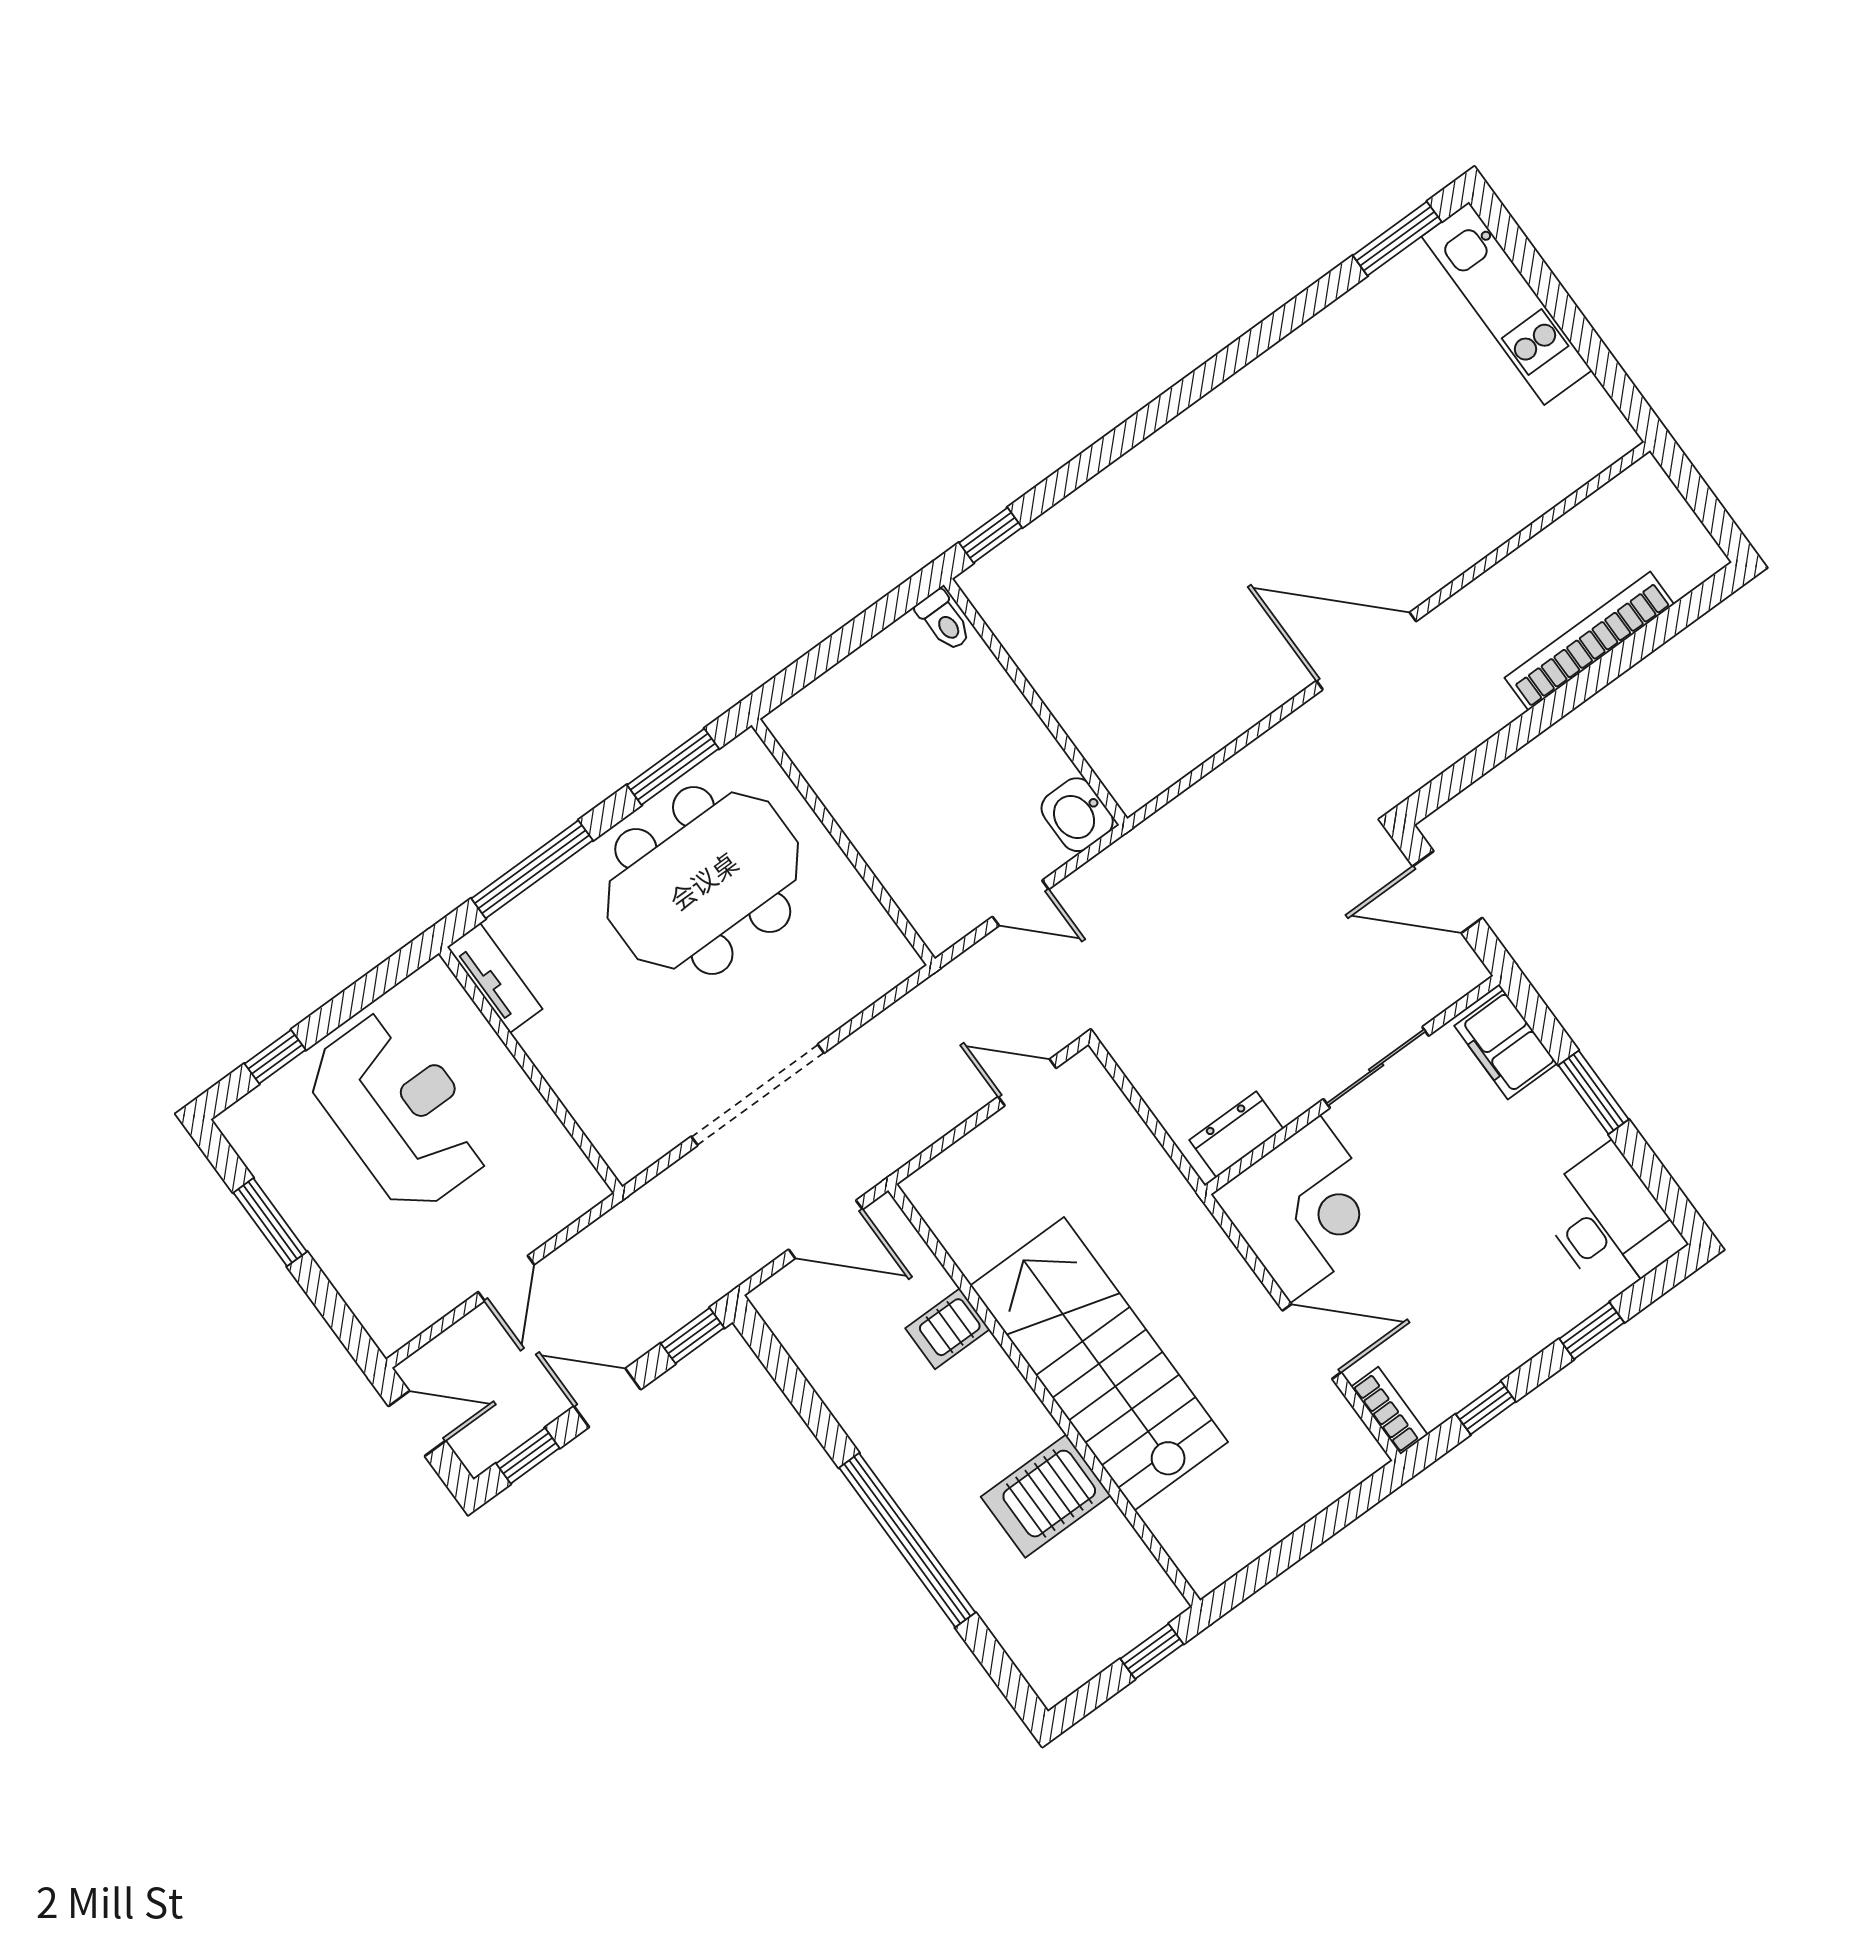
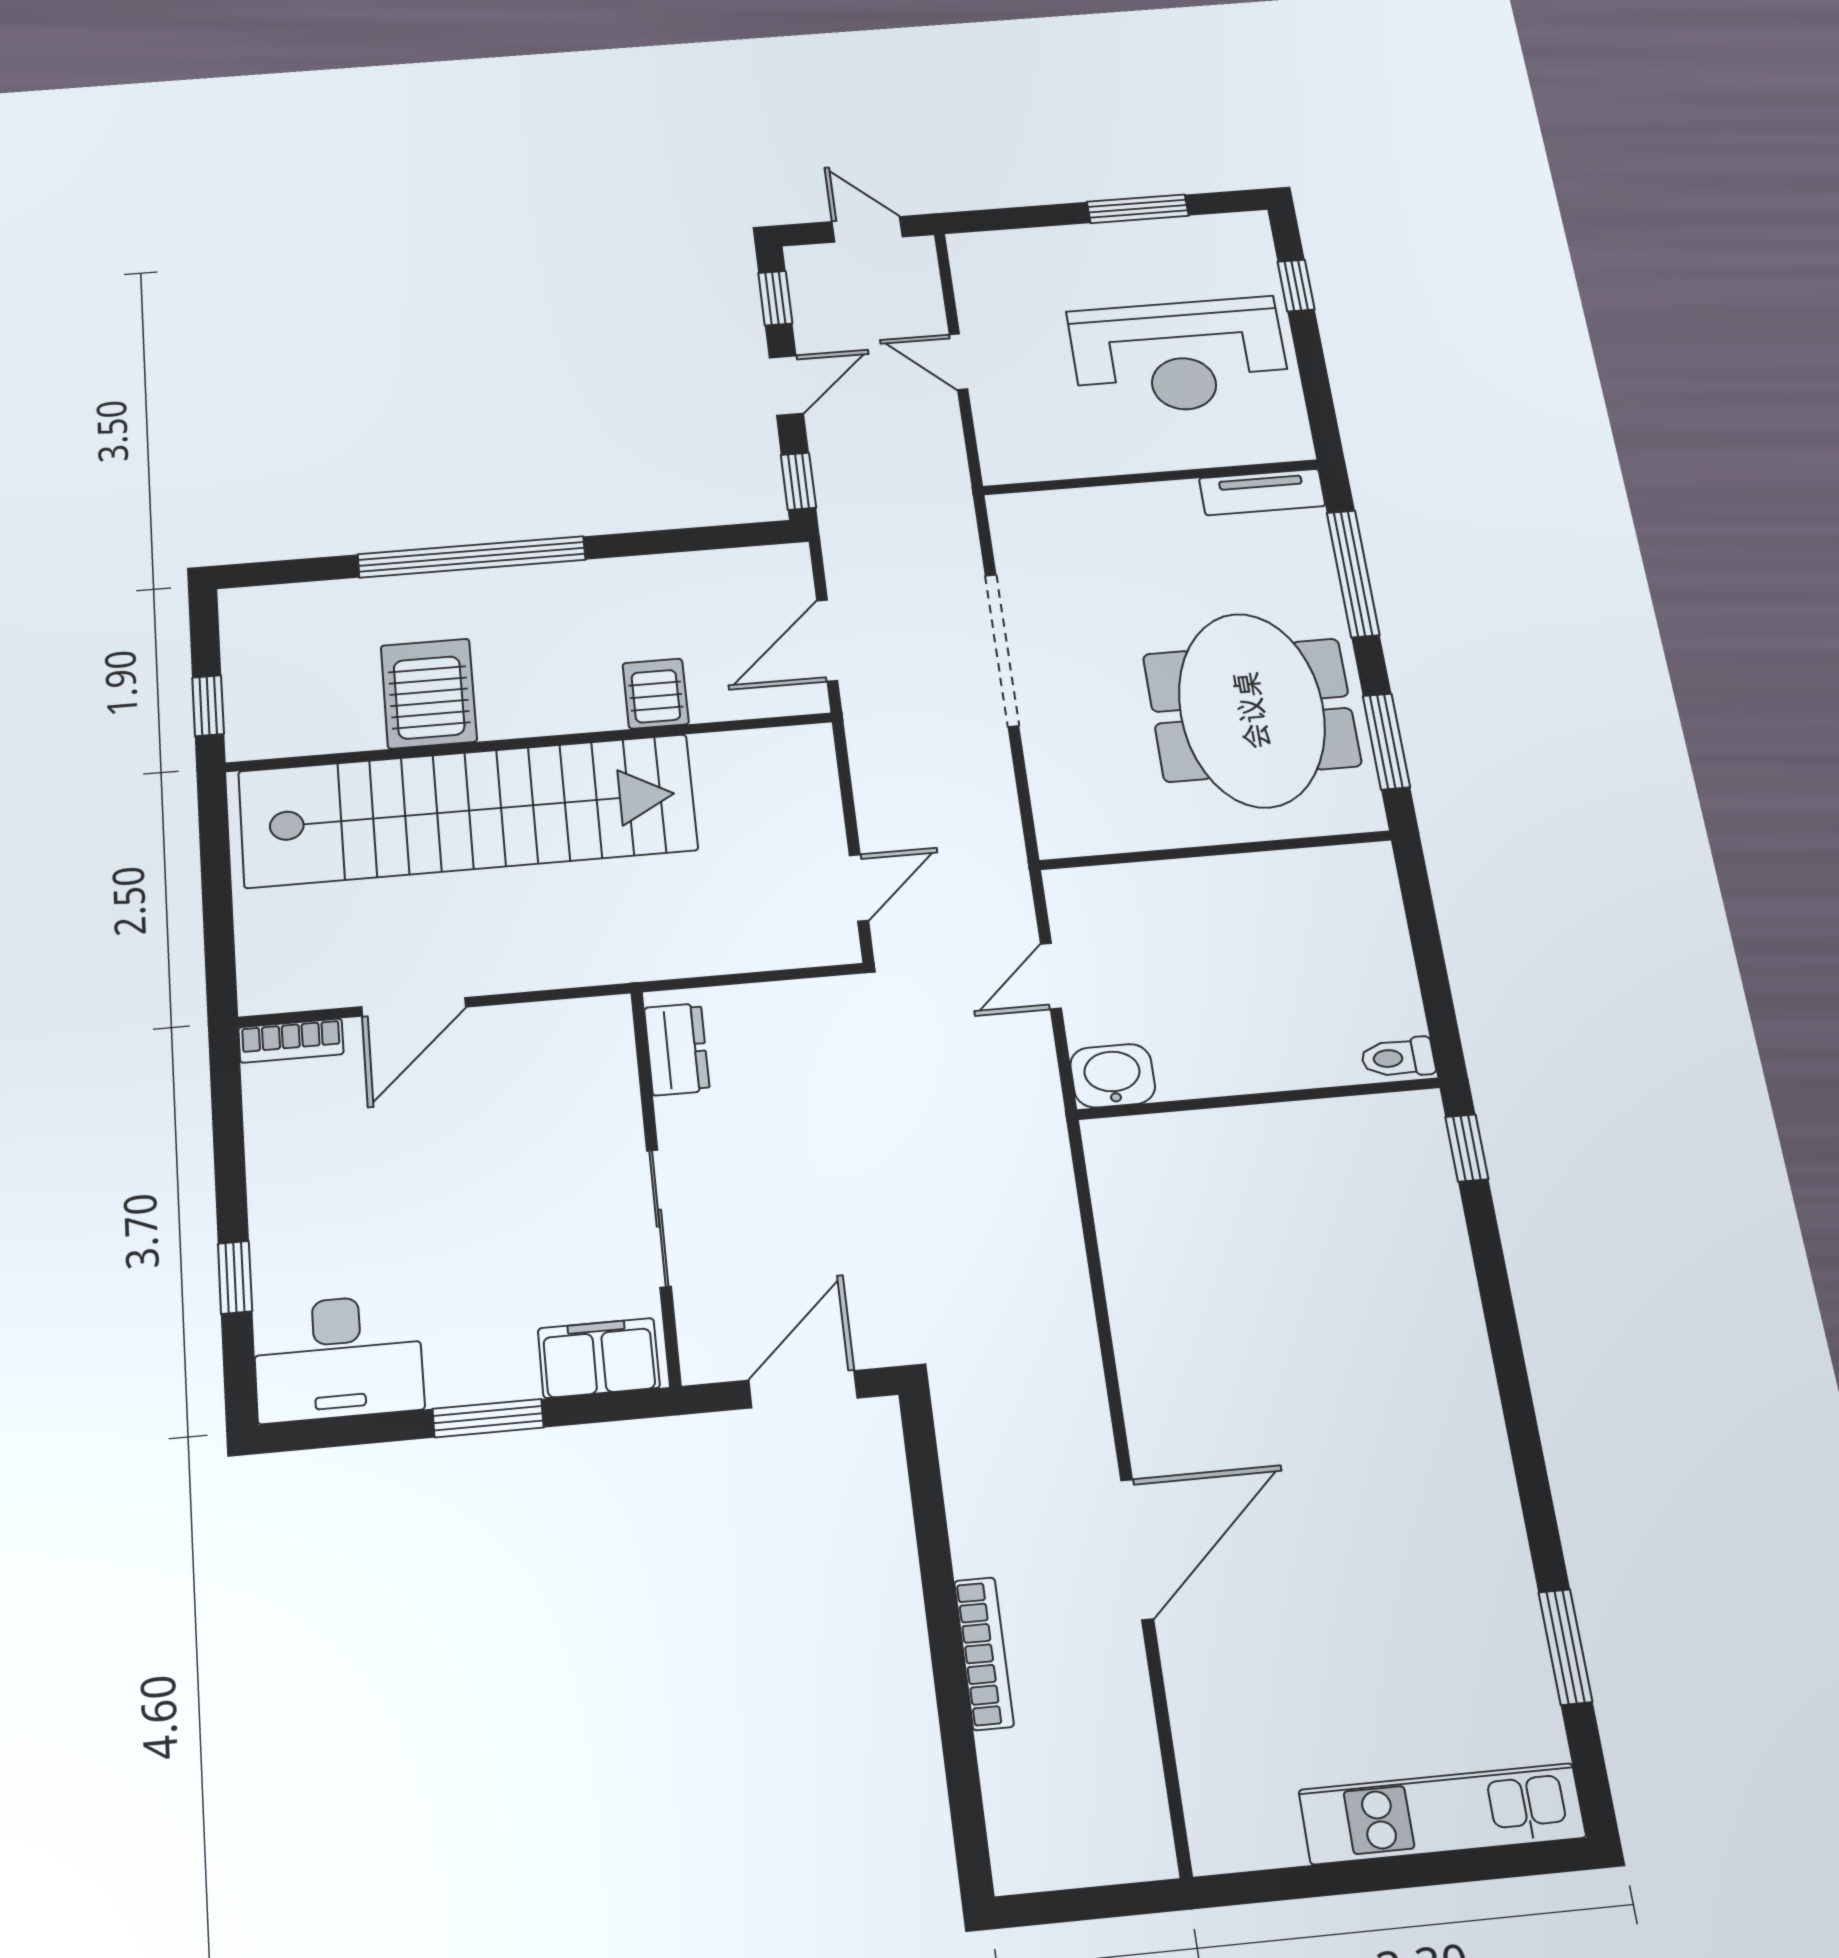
window: (1397, 239) -> (1565, 1647), moved
bookcase: (1589, 641) -> (984, 1653), width x0.68, depth x0.76
door: (1366, 651) -> (1137, 1549), moved
corner desk: (1305, 1209) -> (555, 1072), removed
stairs: (1099, 1364) -> (467, 811), width x1.36
window: (1486, 1408) -> (228, 1132), removed
door: (417, 1423) -> (867, 229), swing flipped

